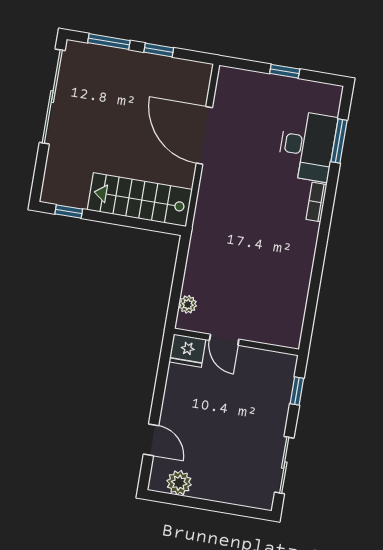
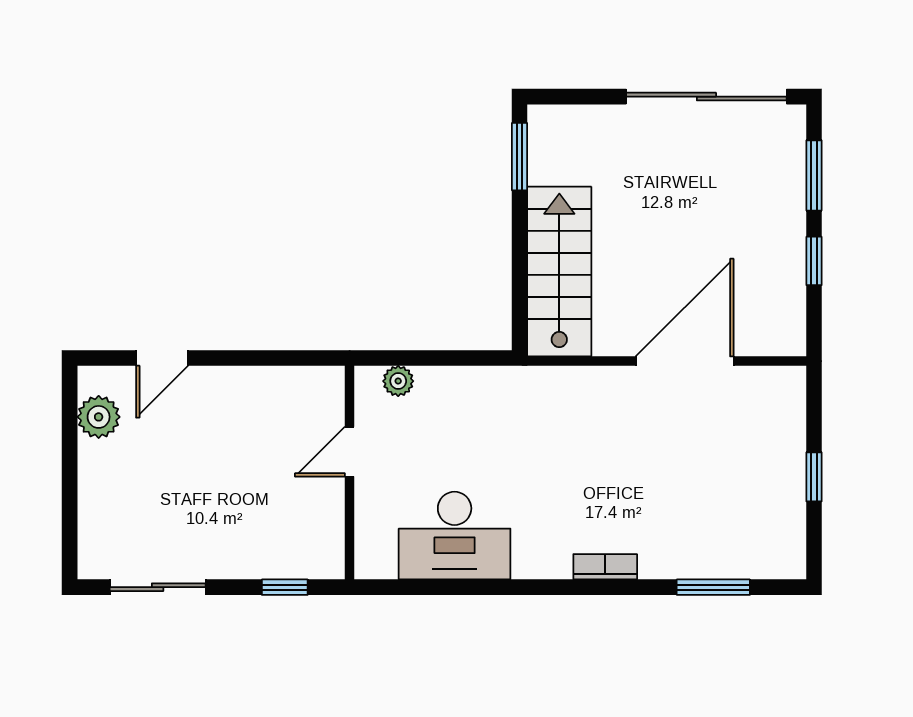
desk: (307, 146) -> (455, 536), moved
window: (69, 211) -> (520, 157), width x1.50
fridge: (187, 351) -> (321, 394), removed

